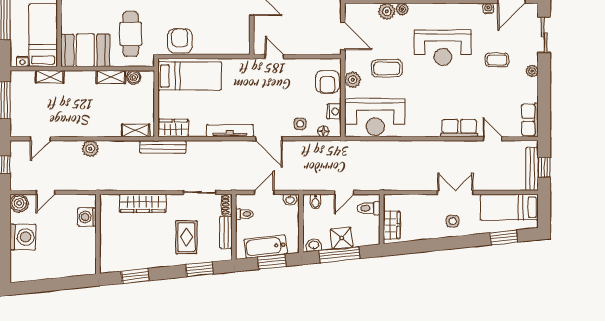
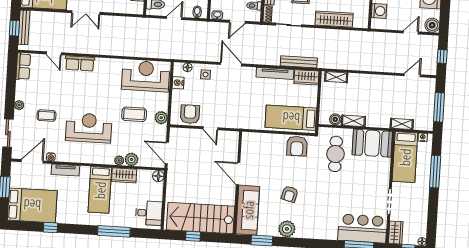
door: (343, 36) -> (167, 153), moved
door: (274, 57) -> (210, 128), moved
plant: (353, 80) -> (161, 118), moved
armchair: (327, 82) -> (190, 114), moved
tv unit: (230, 131) -> (275, 73), moved
bench: (163, 147) -> (299, 62), moved
plant: (90, 149) -> (373, 65), removed

